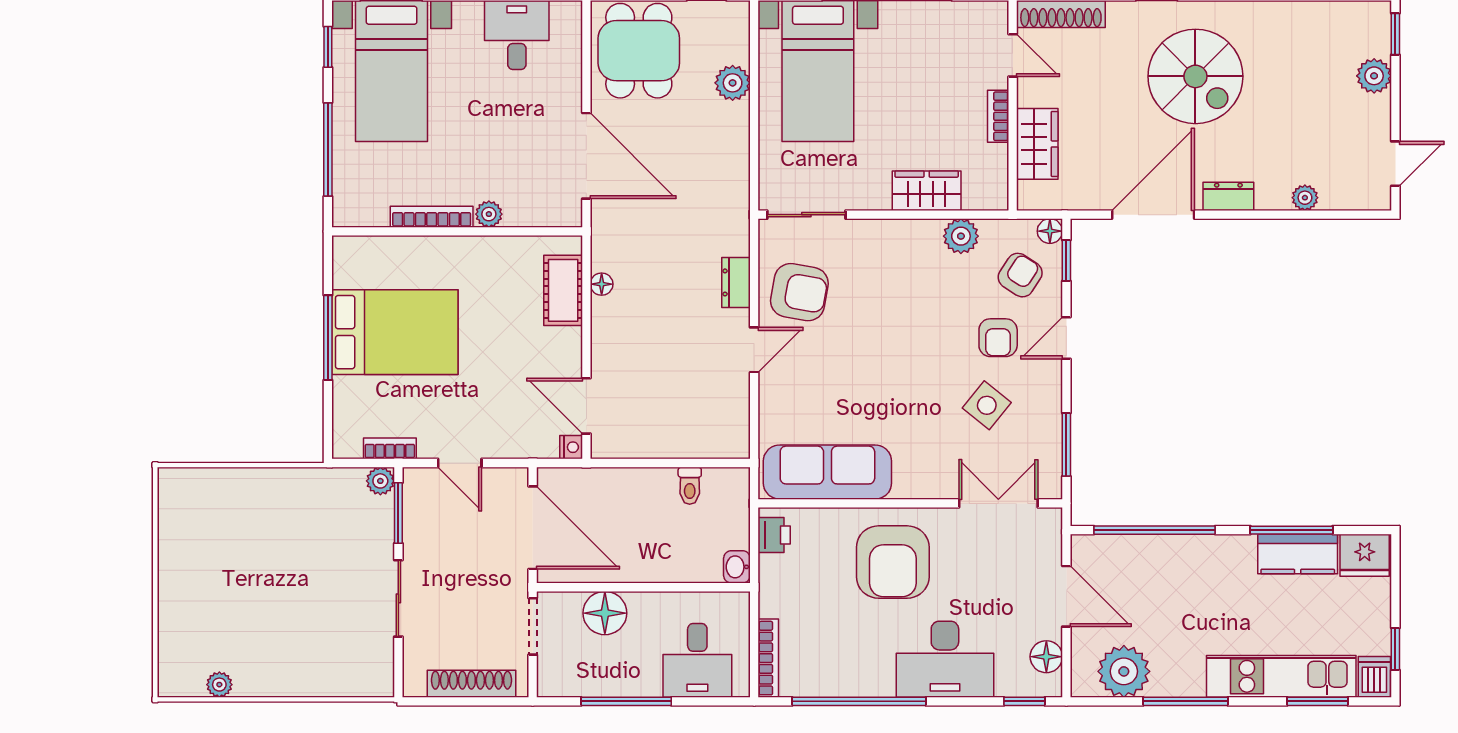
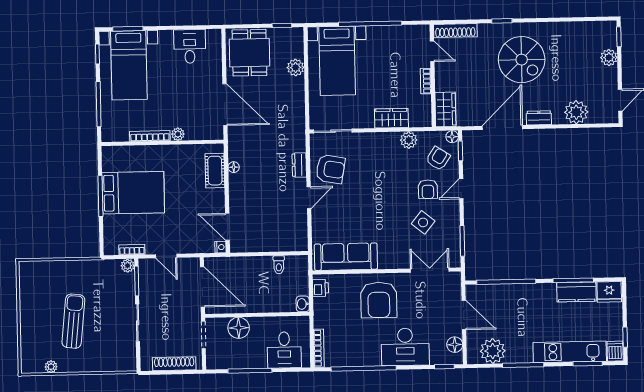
wardrobe: (1037, 144) -> (445, 109), moved
plant: (1305, 198) -> (576, 112), width x1.88, depth x1.88
sun lounger: (267, 592) -> (73, 321), added

